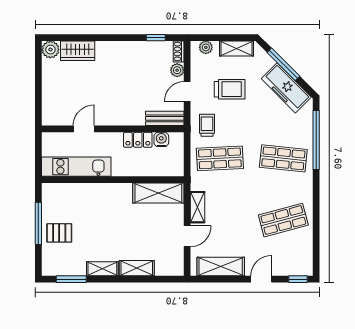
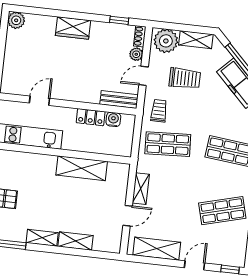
plant: (206, 47) -> (166, 41), width x1.88, depth x1.88
wardrobe: (78, 51) -> (73, 28), moved
shelving: (158, 193) -> (82, 168), moved

